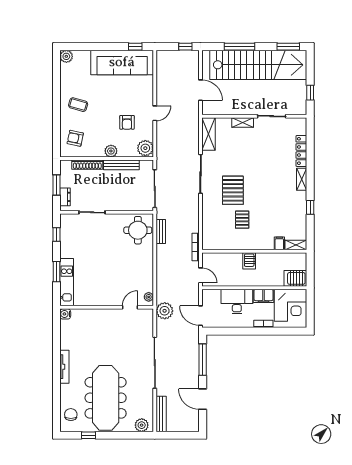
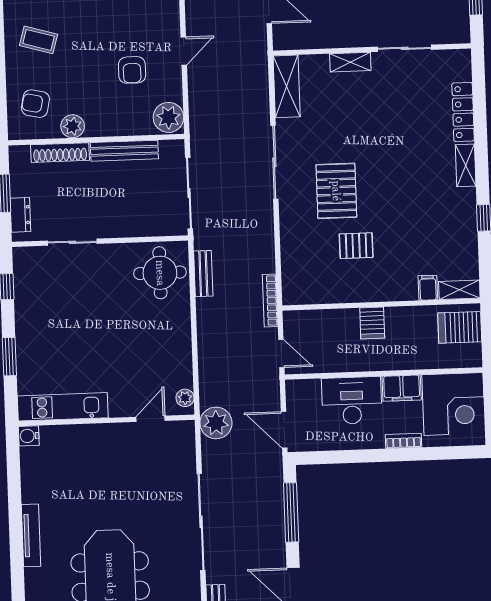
plant: (111, 151) -> (73, 126), moved
pallet: (242, 220) -> (356, 246), turned 90
server rack: (295, 278) -> (460, 327), moved
kitchen unit: (67, 282) -> (63, 407), moved, turned -90

